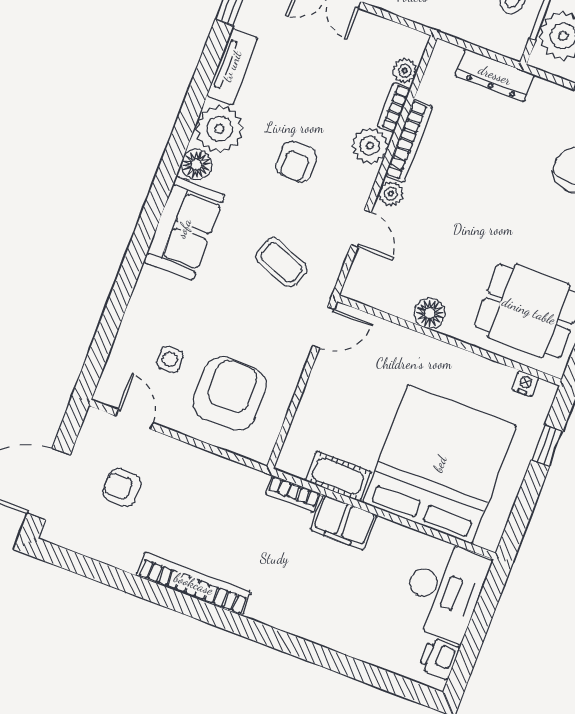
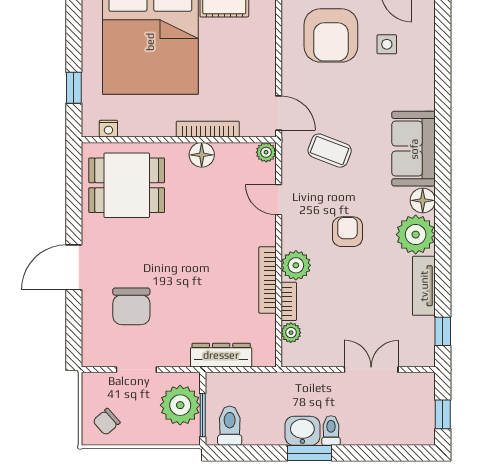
plant: (391, 194) -> (266, 152), moved
door: (324, 328) -> (279, 113), swing flipped
bookcase: (412, 340) -> (208, 129), added

